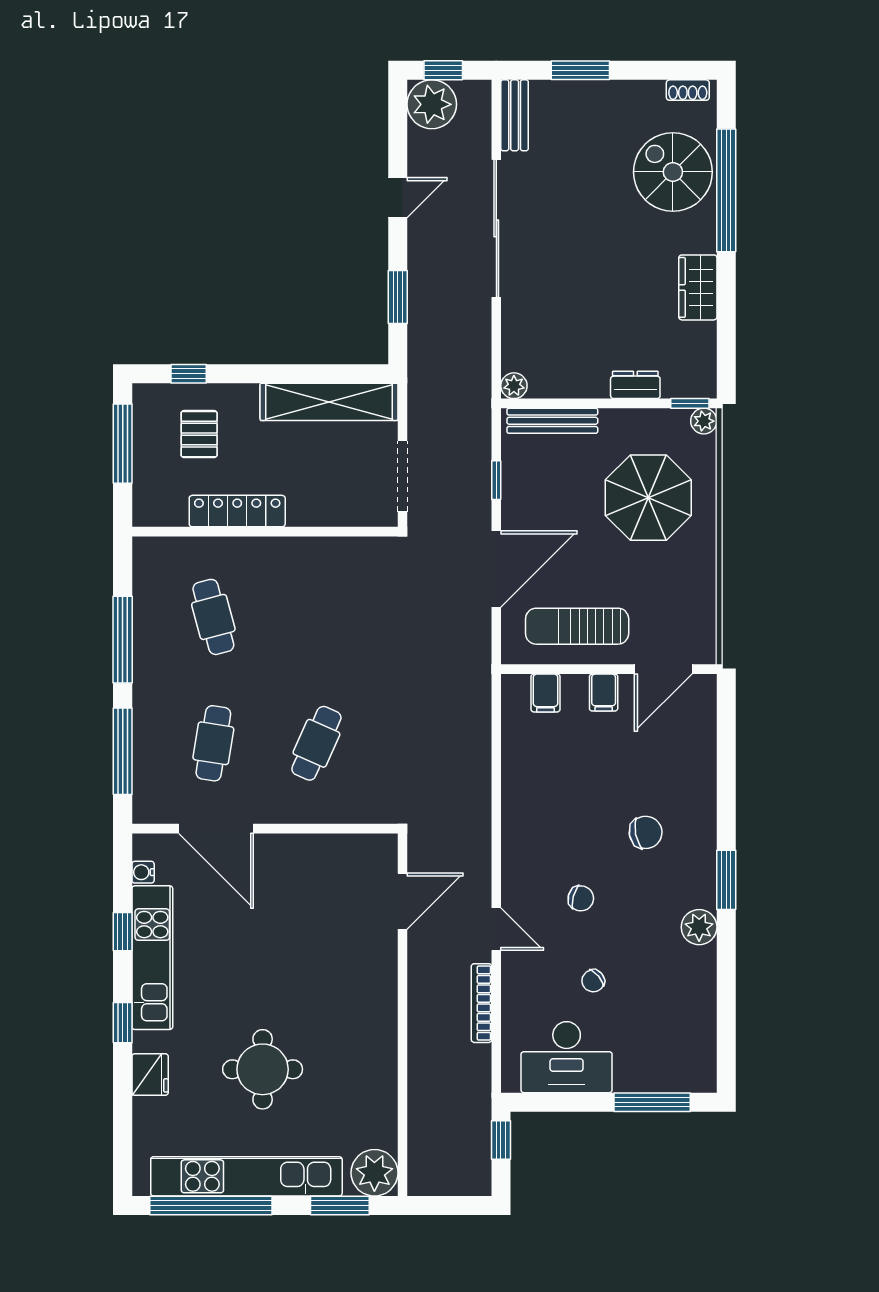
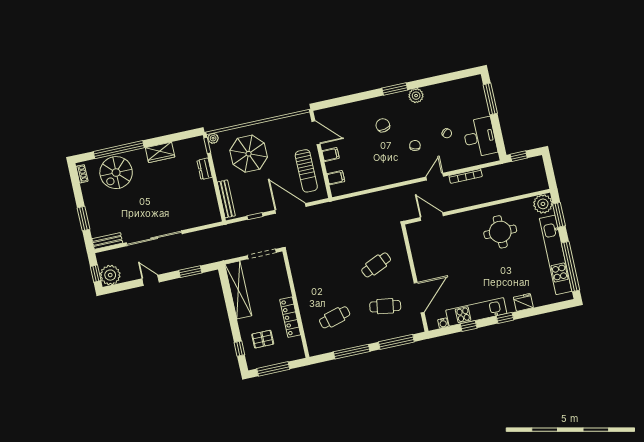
plant: (514, 386) -> (216, 217), removed
cafe table: (316, 743) -> (376, 265), turned -48
round table: (263, 1069) -> (500, 232), moved

